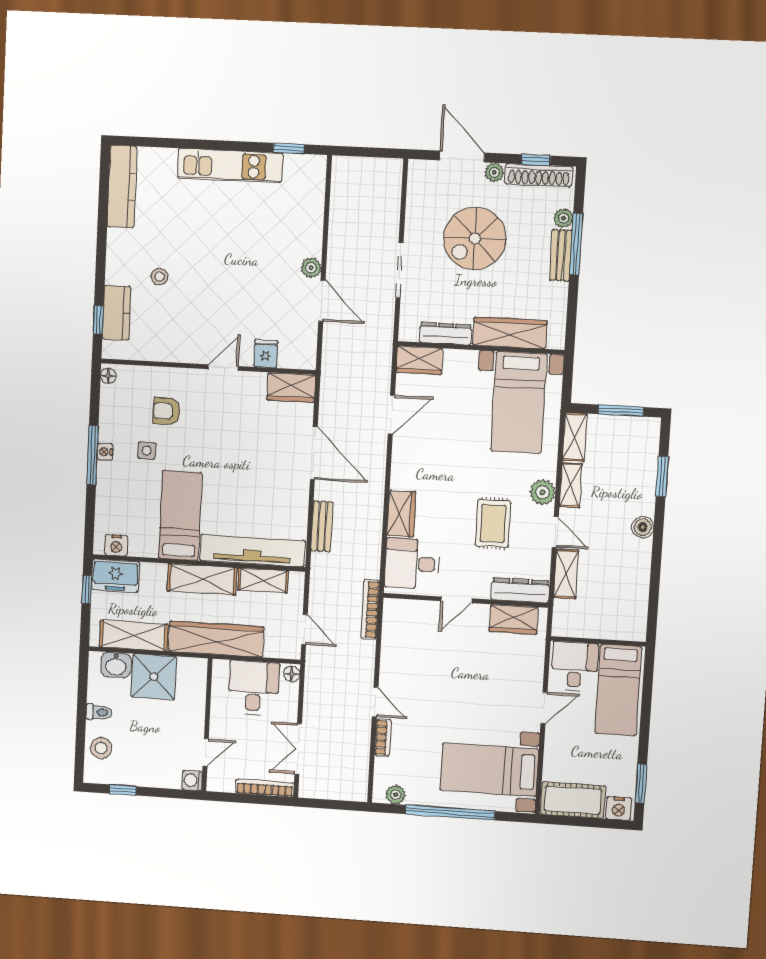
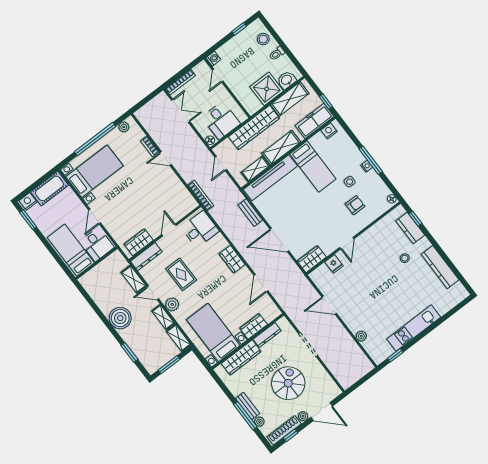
kitchen counter: (122, 187) -> (440, 267), moved
plant: (311, 268) -> (361, 336), moved
wardrobe: (419, 360) -> (254, 326), moved
wardrobe: (401, 514) -> (232, 259), moved
boiler: (643, 527) -> (120, 318), width x1.86, depth x1.86
freezer: (115, 576) -> (314, 121), width x1.40
door: (304, 630) -> (221, 163), hinge flipped

